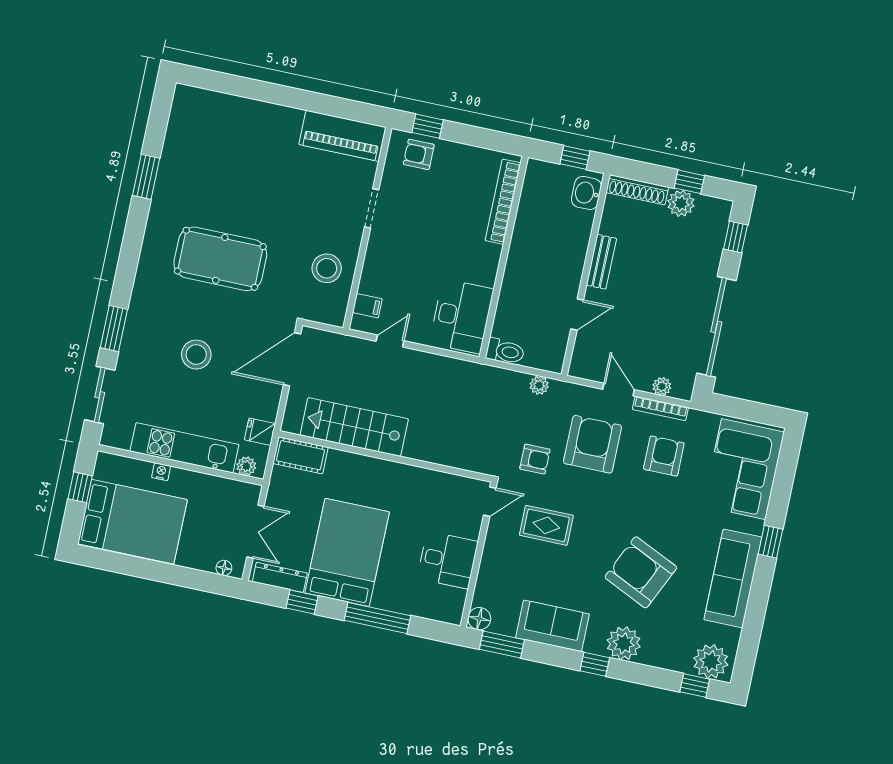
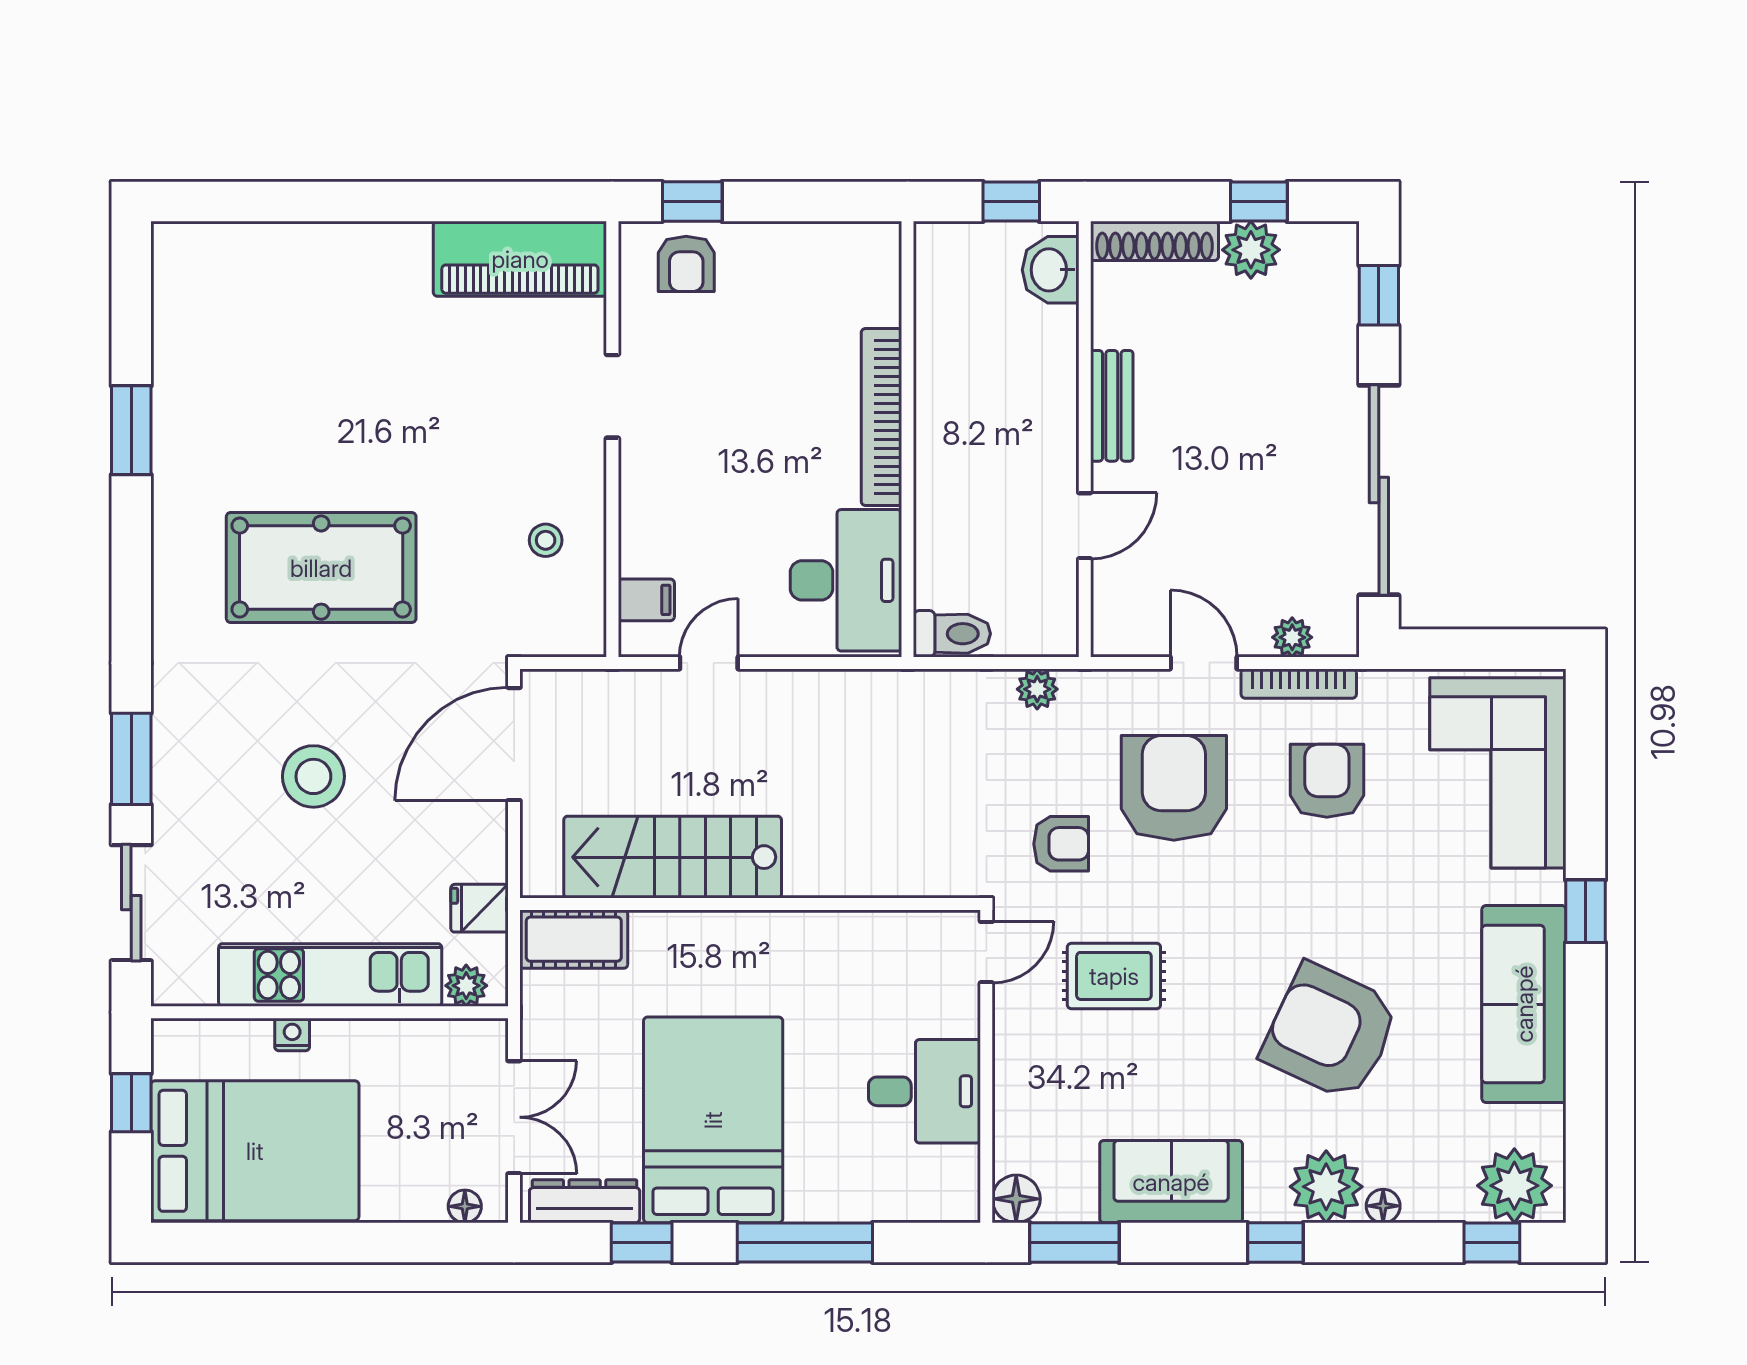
armchair: (419, 154) -> (686, 264), turned -90
bookcase: (503, 202) -> (882, 417), moved
stool: (327, 268) -> (546, 540), width x0.53, depth x0.53
floor lamp: (648, 658) -> (1383, 1206), added

